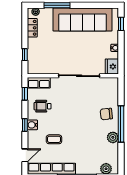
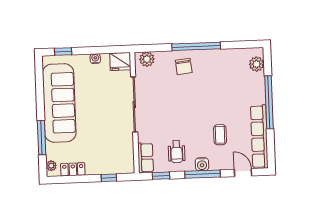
window: (25, 125) -> (203, 174), width x2.17
plant: (113, 137) -> (147, 59), moved

